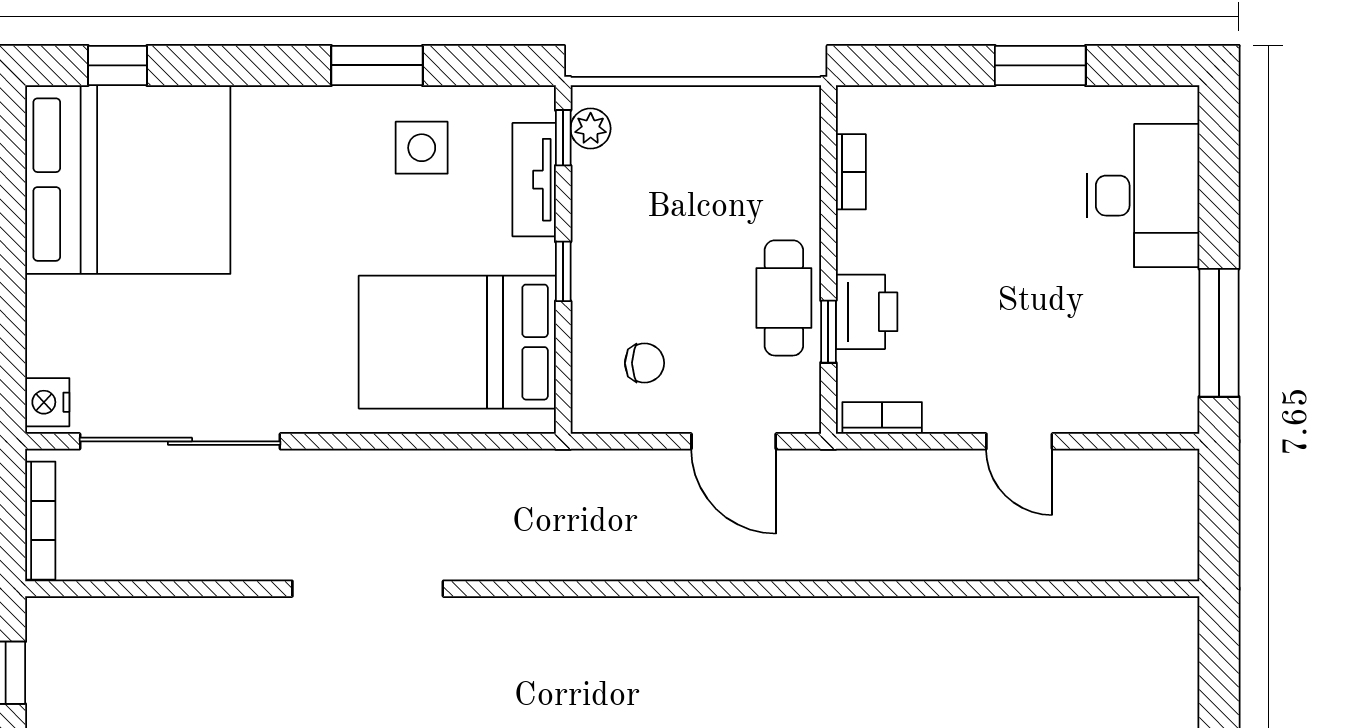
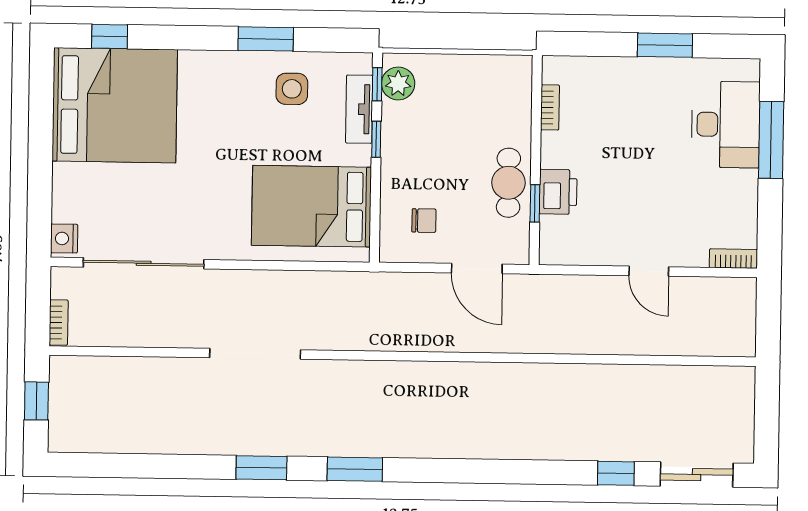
plant: (591, 128) -> (398, 83), width x1.38, depth x1.38
window: (563, 271) -> (376, 139), moved
window: (1219, 333) -> (771, 140), moved
bookcase: (882, 418) -> (733, 259), moved
bookcase: (40, 521) -> (59, 322), width x0.64

